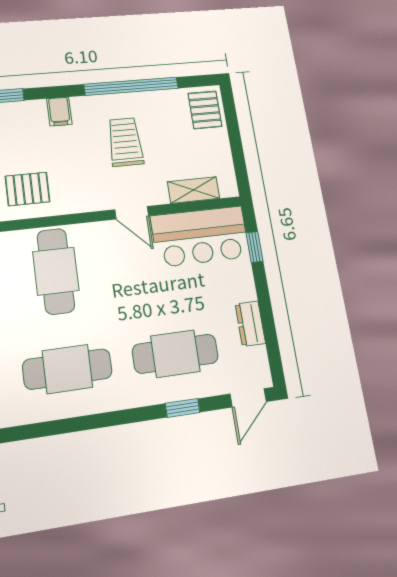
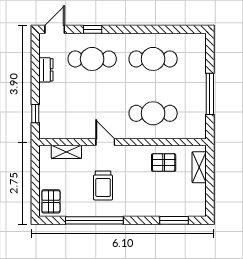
filing cabinet: (59, 112) -> (140, 208), removed
bar counter: (200, 236) -> (67, 124), removed
cafe table: (56, 271) -> (153, 113), turned 90

